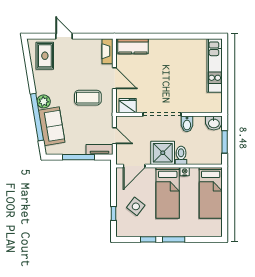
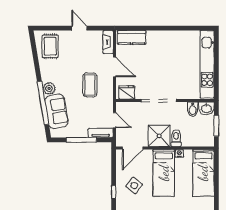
door: (64, 36) -> (79, 28), moved
kitchen unit: (215, 65) -> (207, 64), width x1.36
coffee table: (88, 98) -> (90, 85), turned 90
bidet: (187, 124) -> (193, 109), moved

